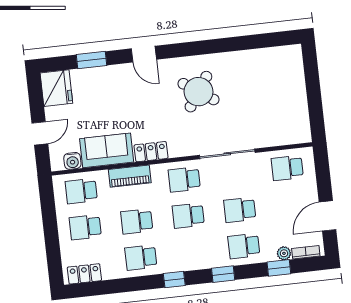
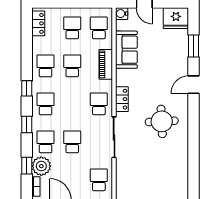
round table: (198, 92) -> (162, 121), turned -37
locker: (151, 152) -> (122, 99), moved
water cooler: (72, 161) -> (122, 14), moved
school desk: (188, 216) -> (46, 104), moved
plant: (284, 253) -> (41, 166), width x1.88, depth x1.88

